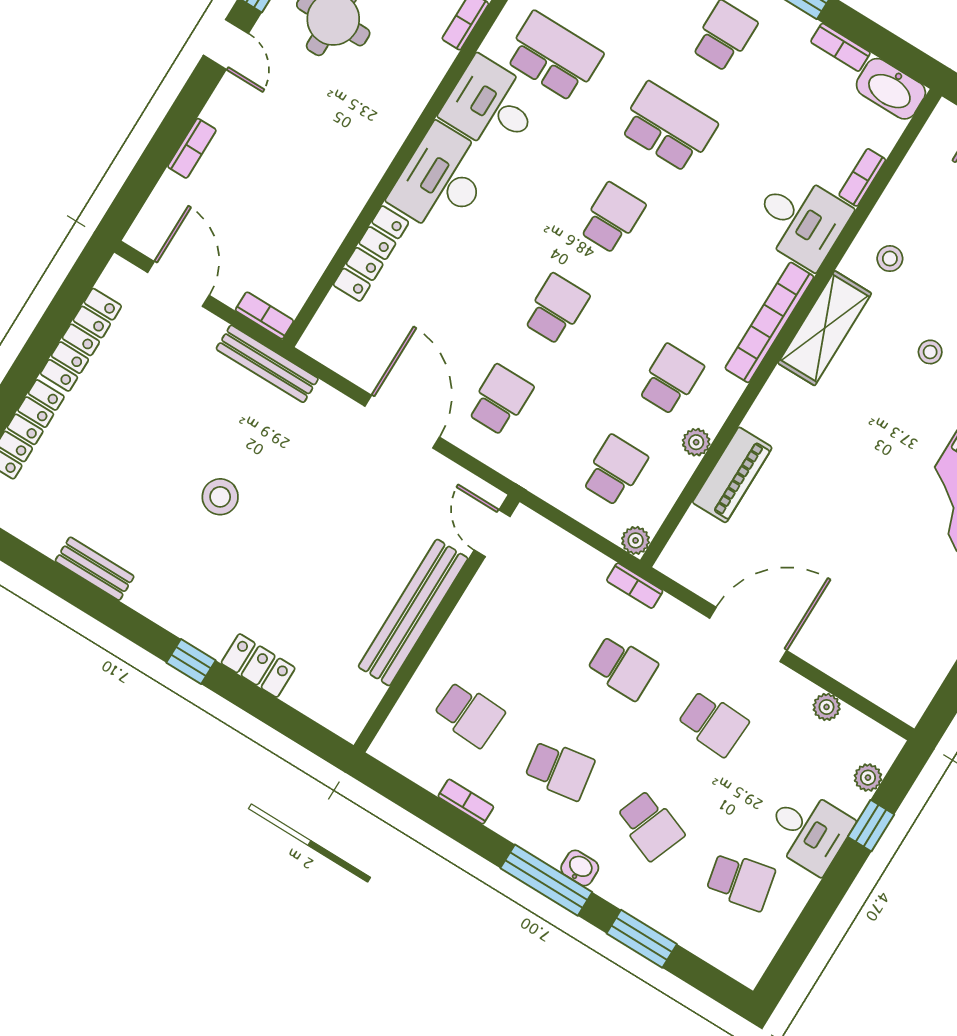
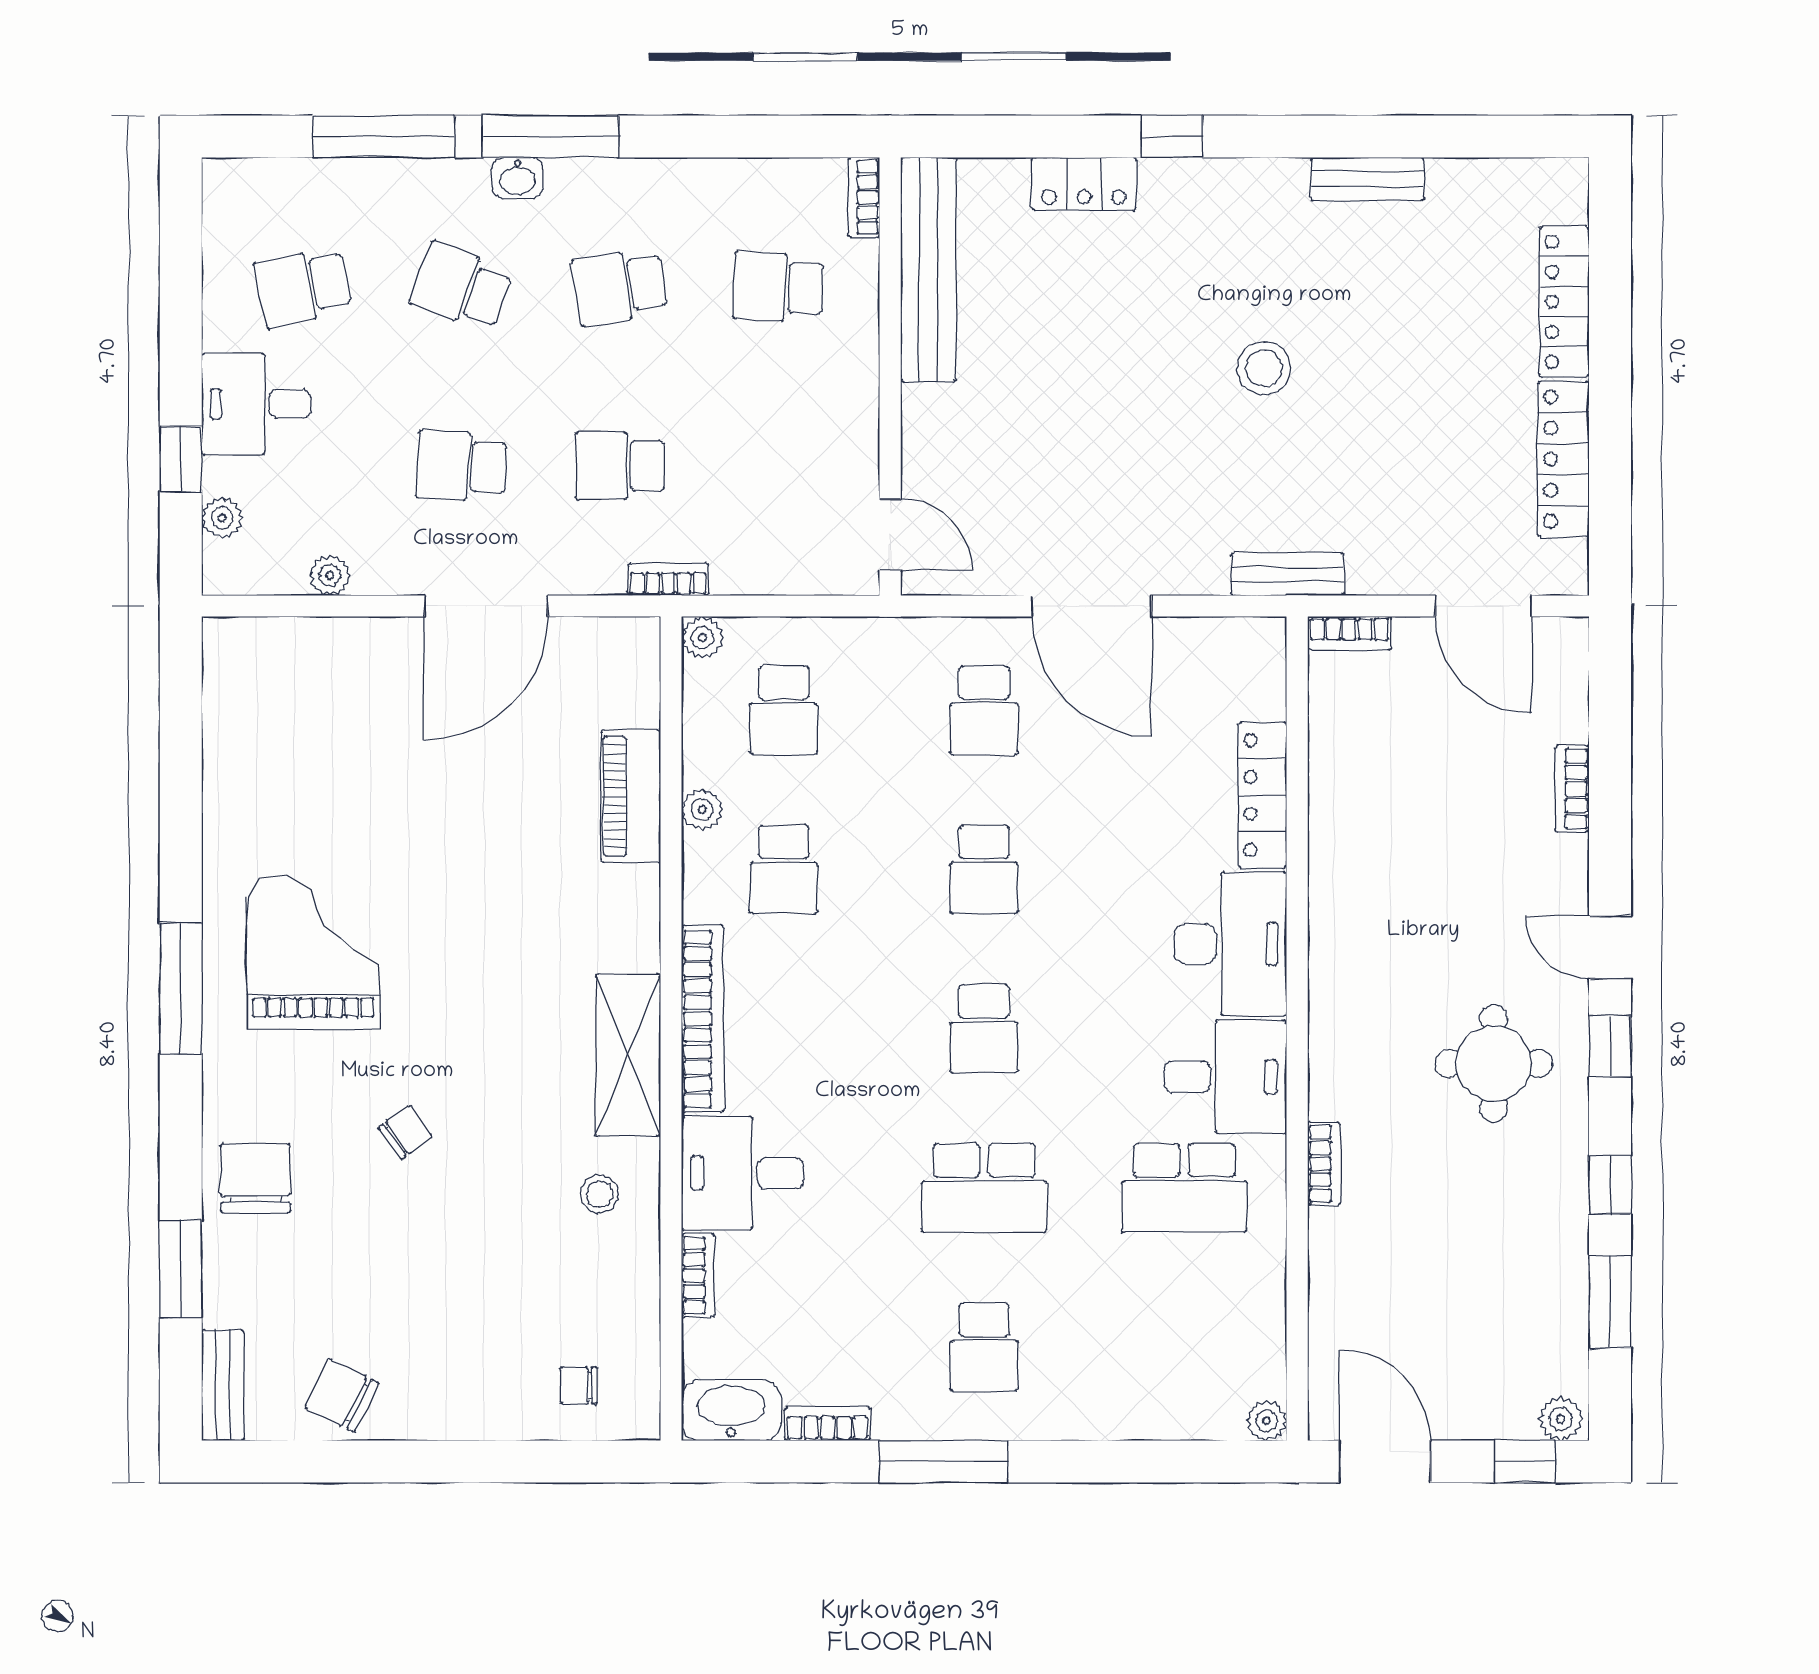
stool: (930, 352) -> (476, 1107), removed
bench: (267, 364) -> (1288, 574), width x0.73
bench: (413, 613) -> (929, 270), moved
bookcase: (466, 802) -> (864, 197), moved, turned 90
window: (642, 939) -> (383, 137), width x1.44

